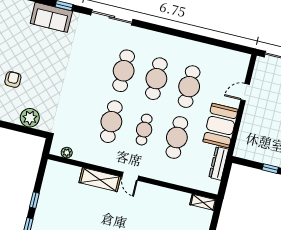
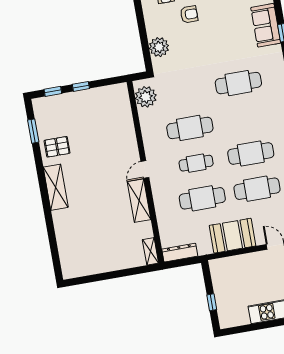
cafe table: (124, 71) -> (238, 83), moved
plant: (67, 153) -> (146, 97), width x1.88, depth x1.88
dresser: (219, 163) -> (180, 253), moved
shelving: (100, 180) -> (139, 201), moved

